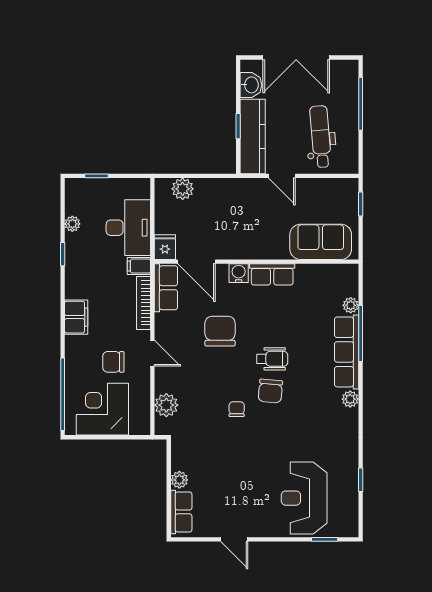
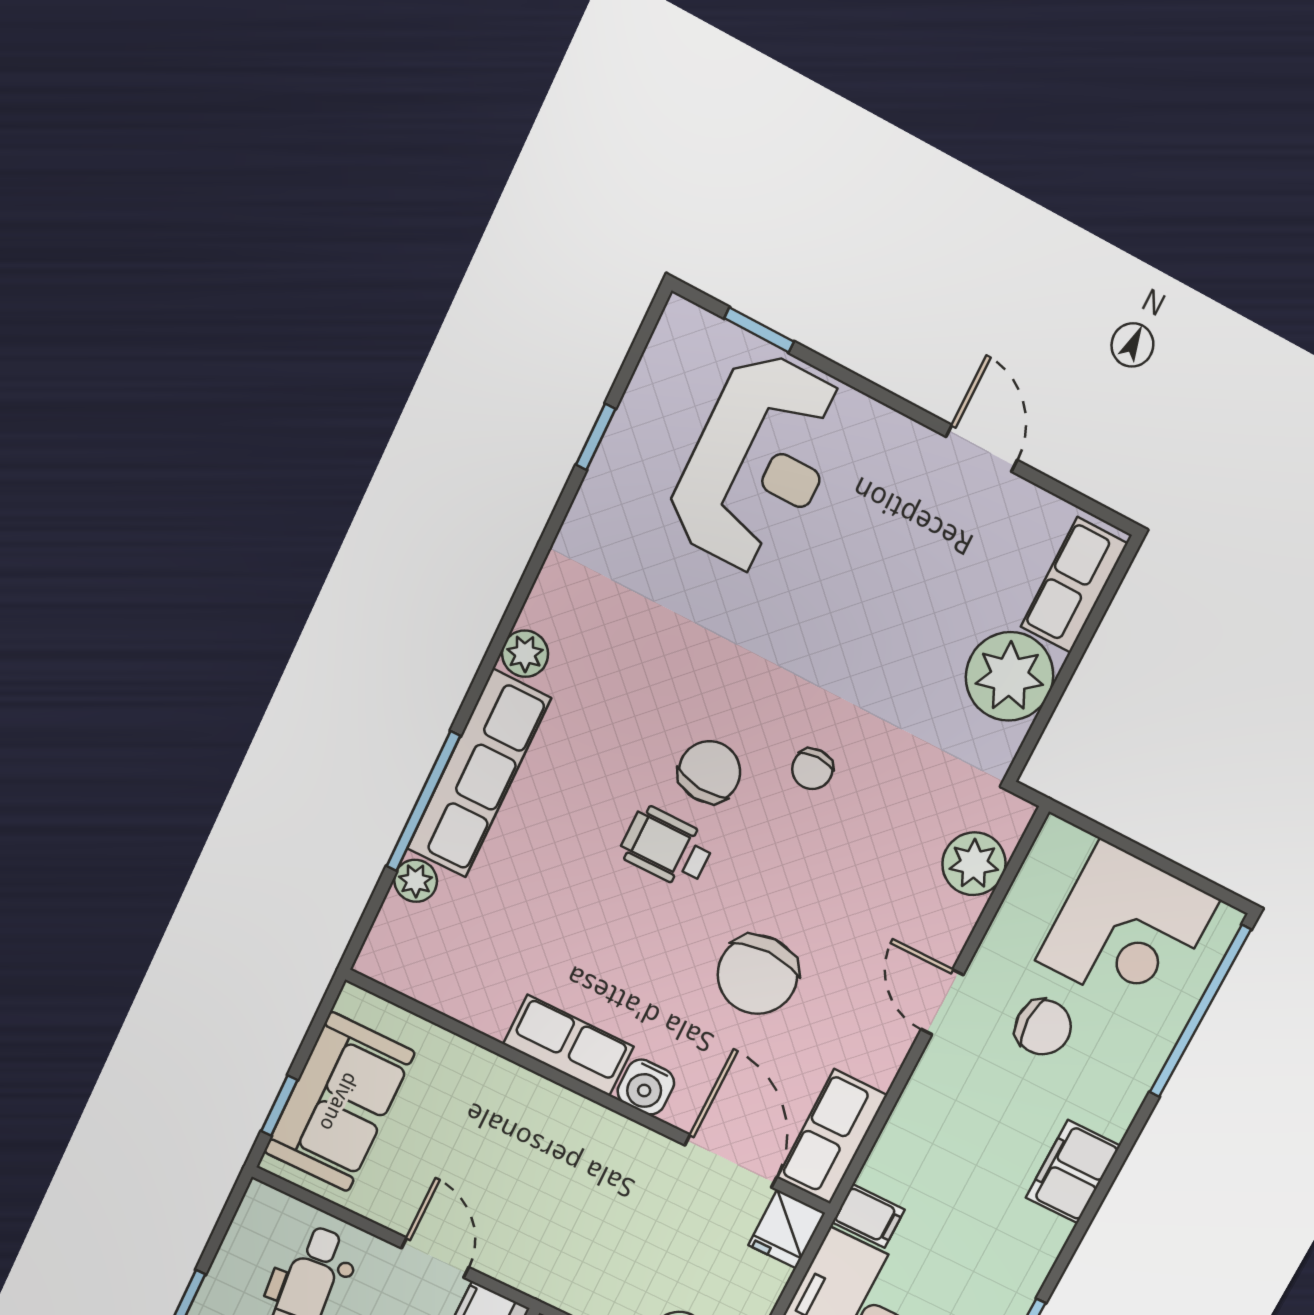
sofa: (321, 242) -> (339, 1102), moved, turned -90
bookcase: (144, 303) -> (902, 1128), removed
plant: (179, 480) -> (1010, 676), width x1.88, depth x1.88

